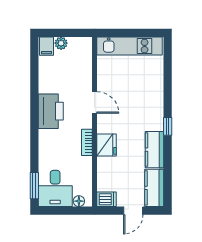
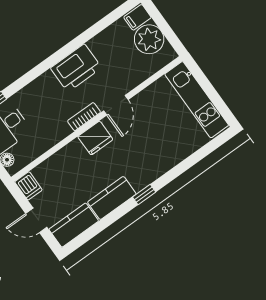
plant: (61, 43) -> (149, 39), width x1.87, depth x1.87
bookcase: (87, 142) -> (84, 117), moved
fridge: (107, 145) -> (95, 138), moved

